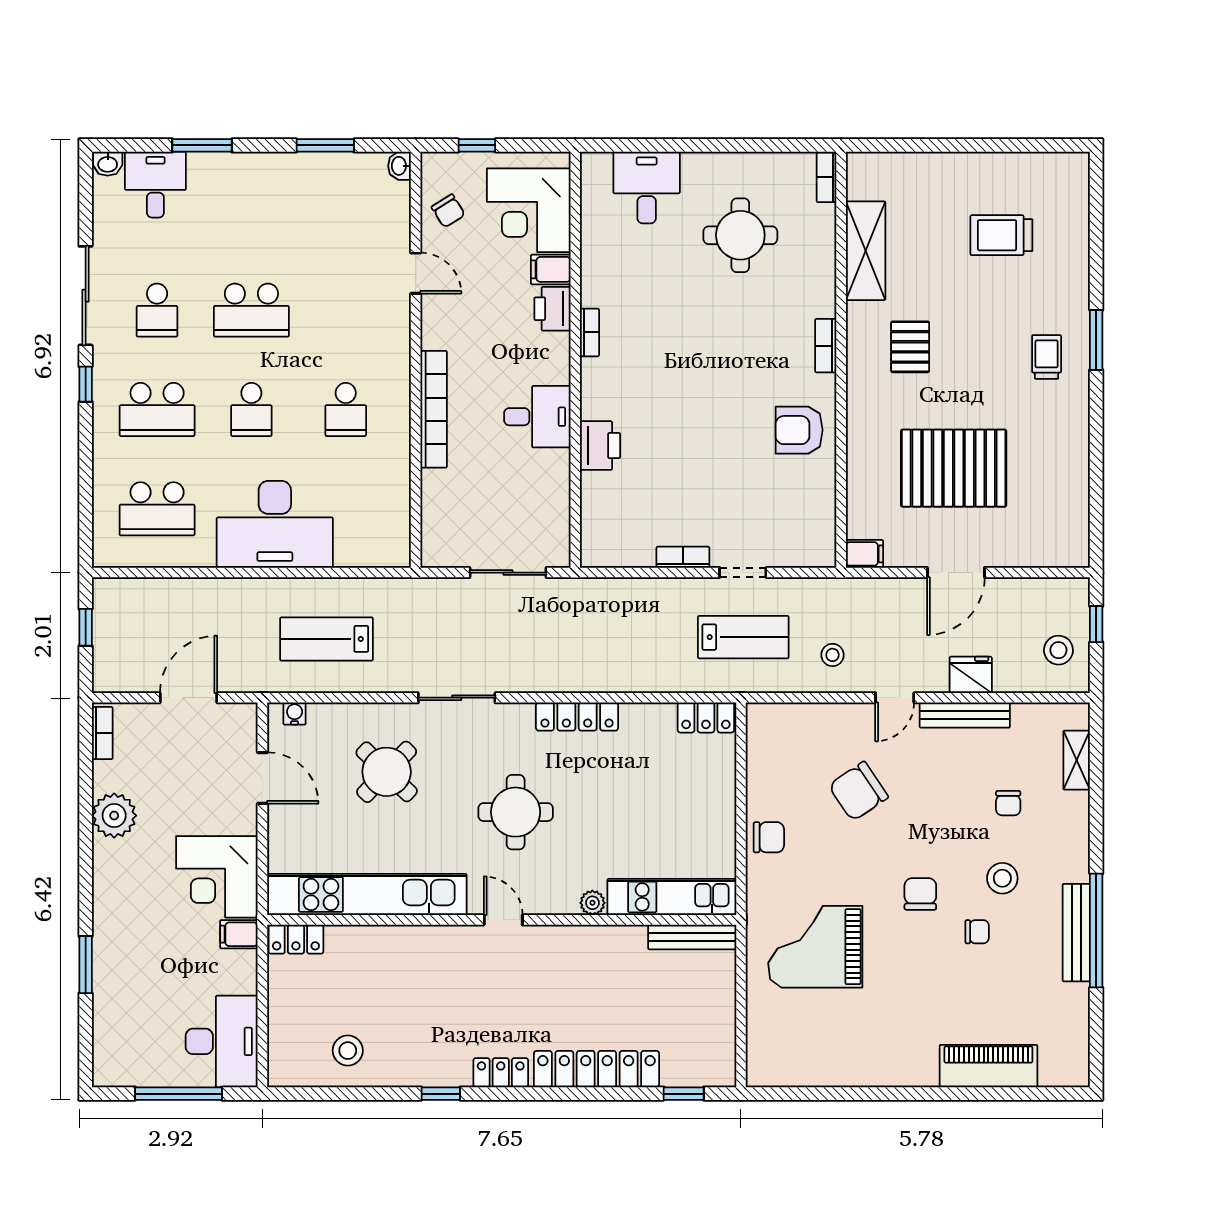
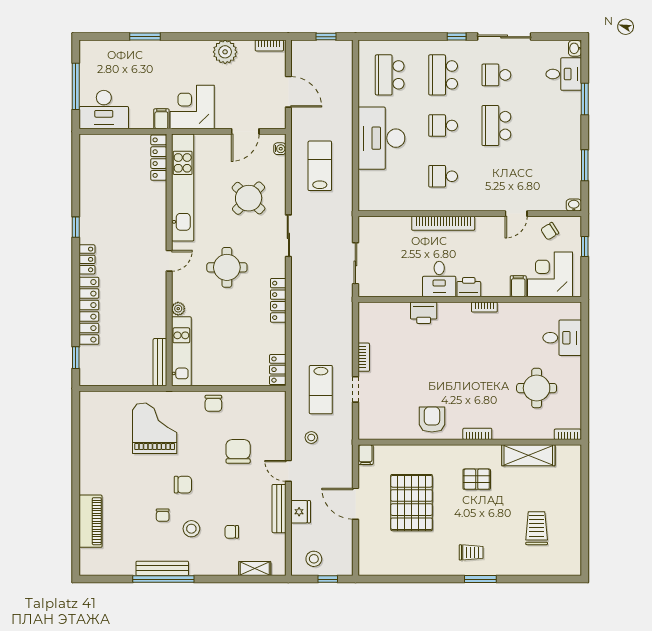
printer: (552, 309) -> (469, 287), moved
chair: (858, 791) -> (238, 451), turned 34
locker: (296, 939) -> (159, 158), width x1.53
stool: (348, 1051) -> (99, 177), removed

